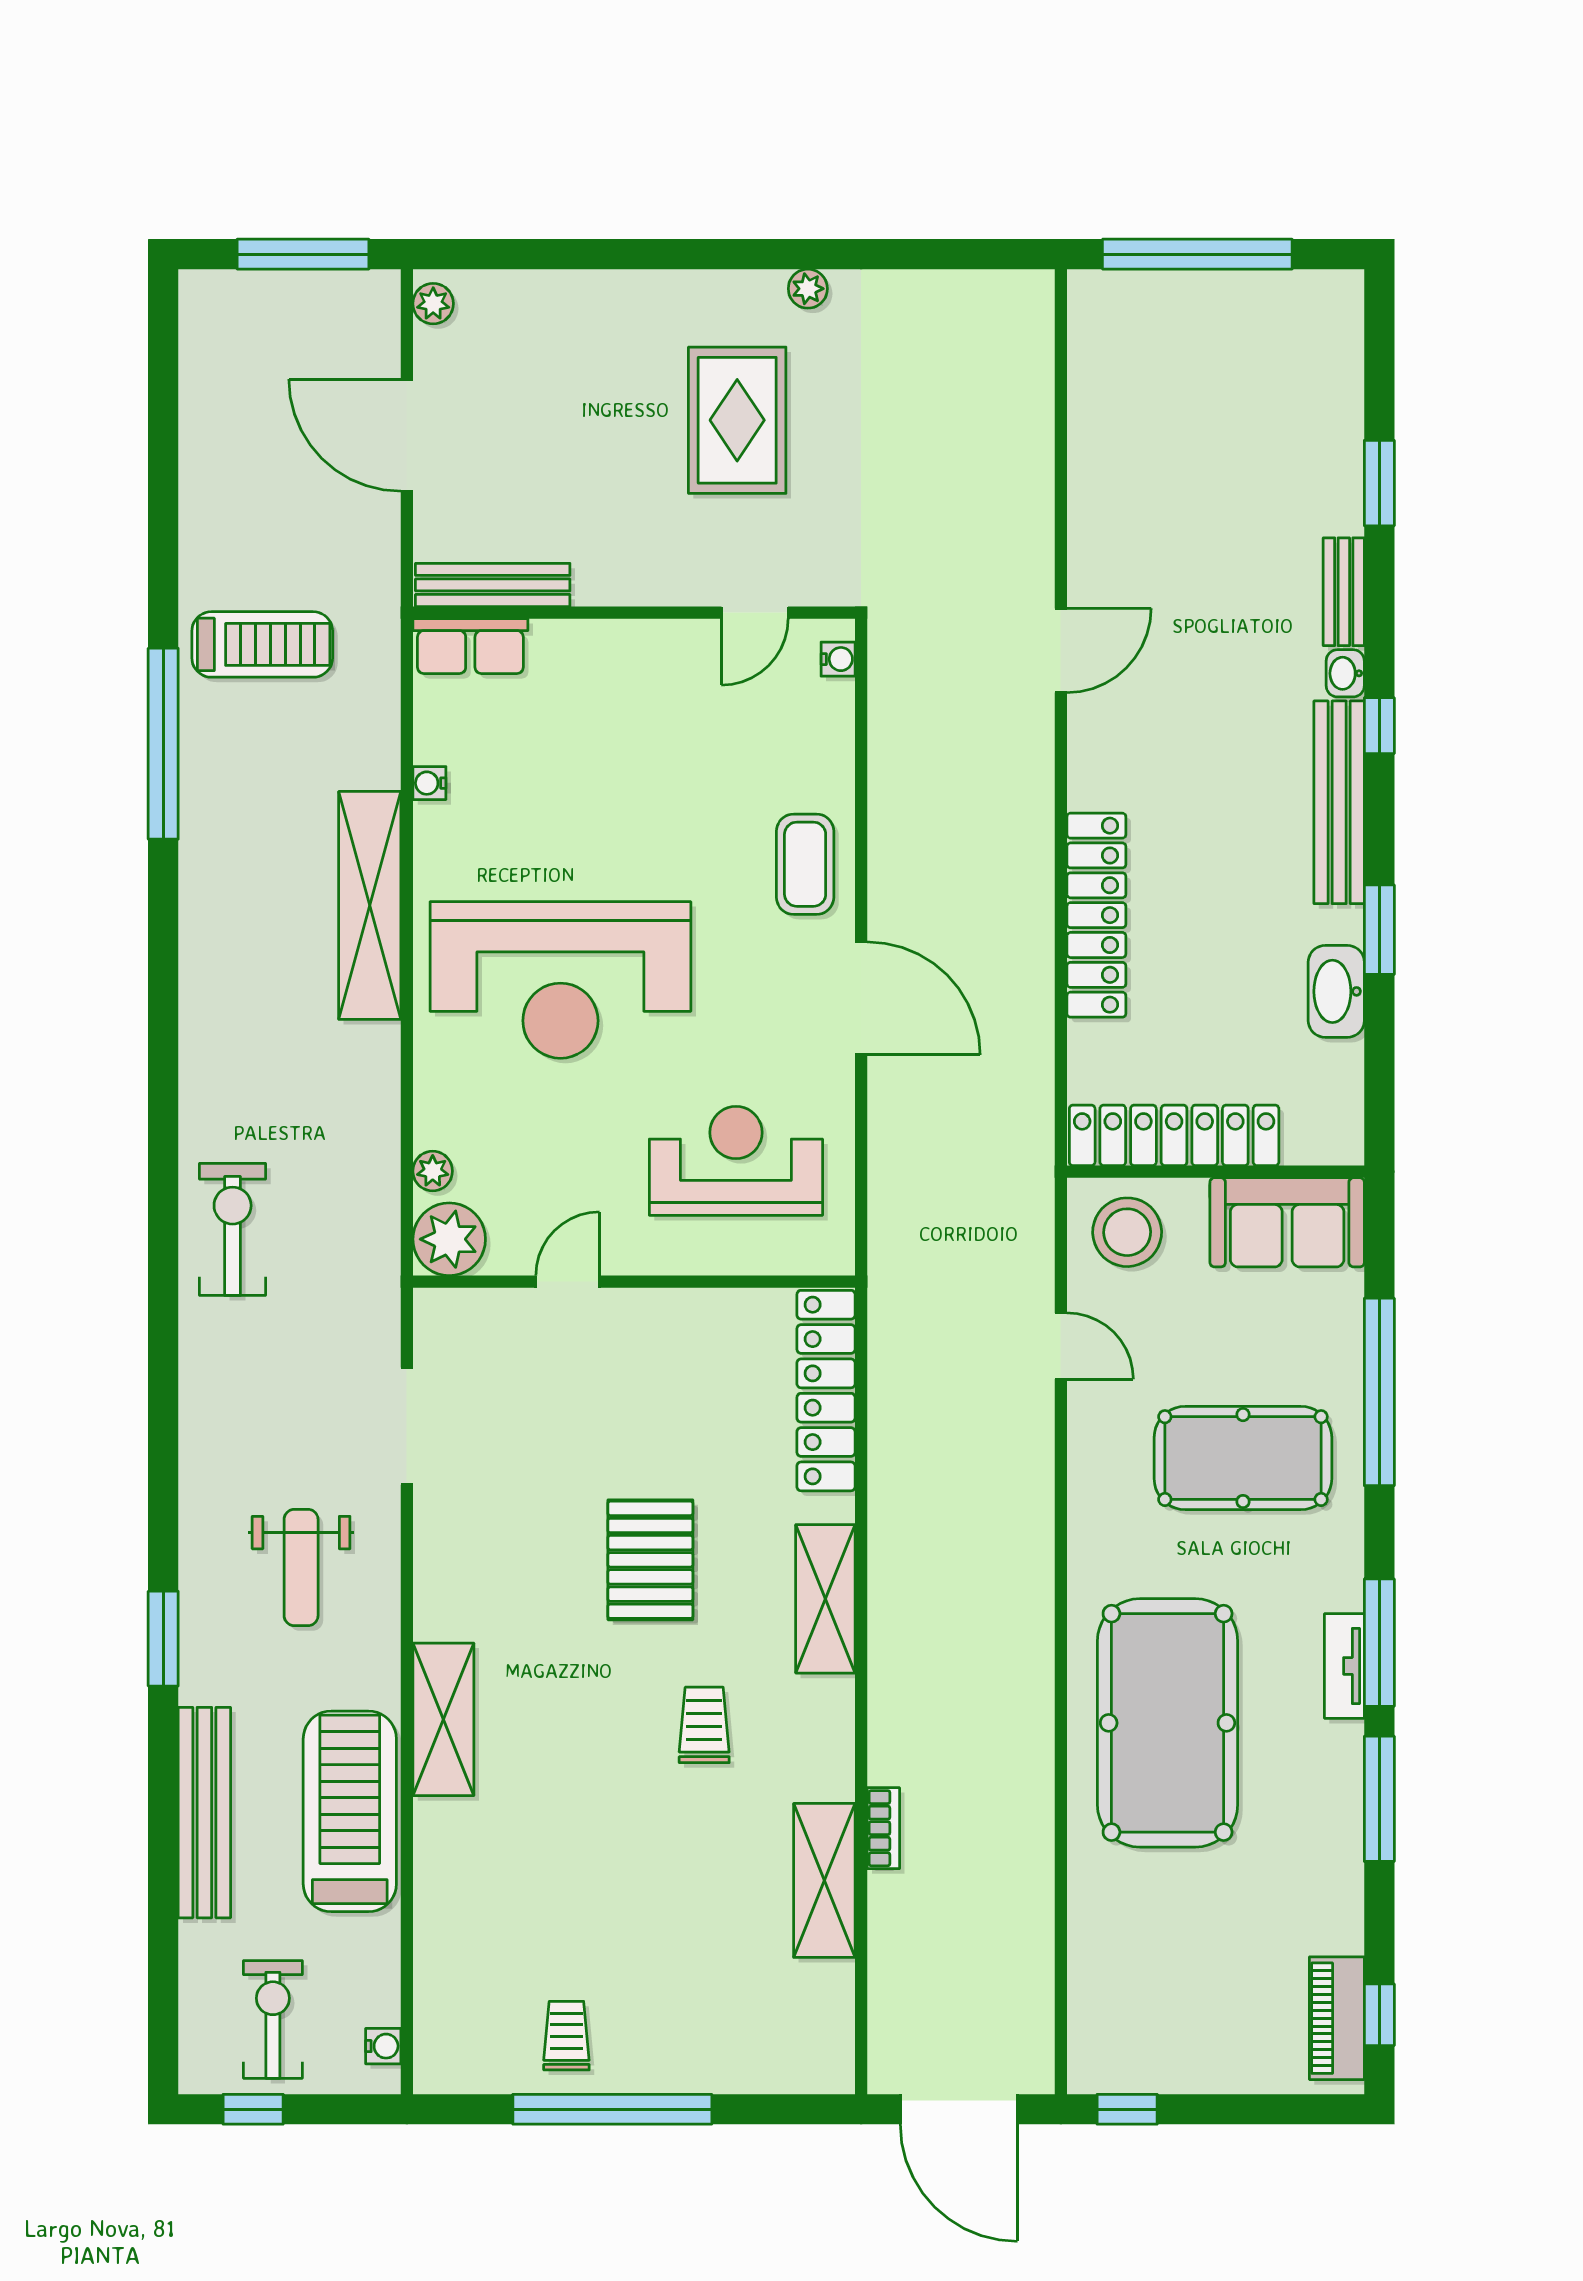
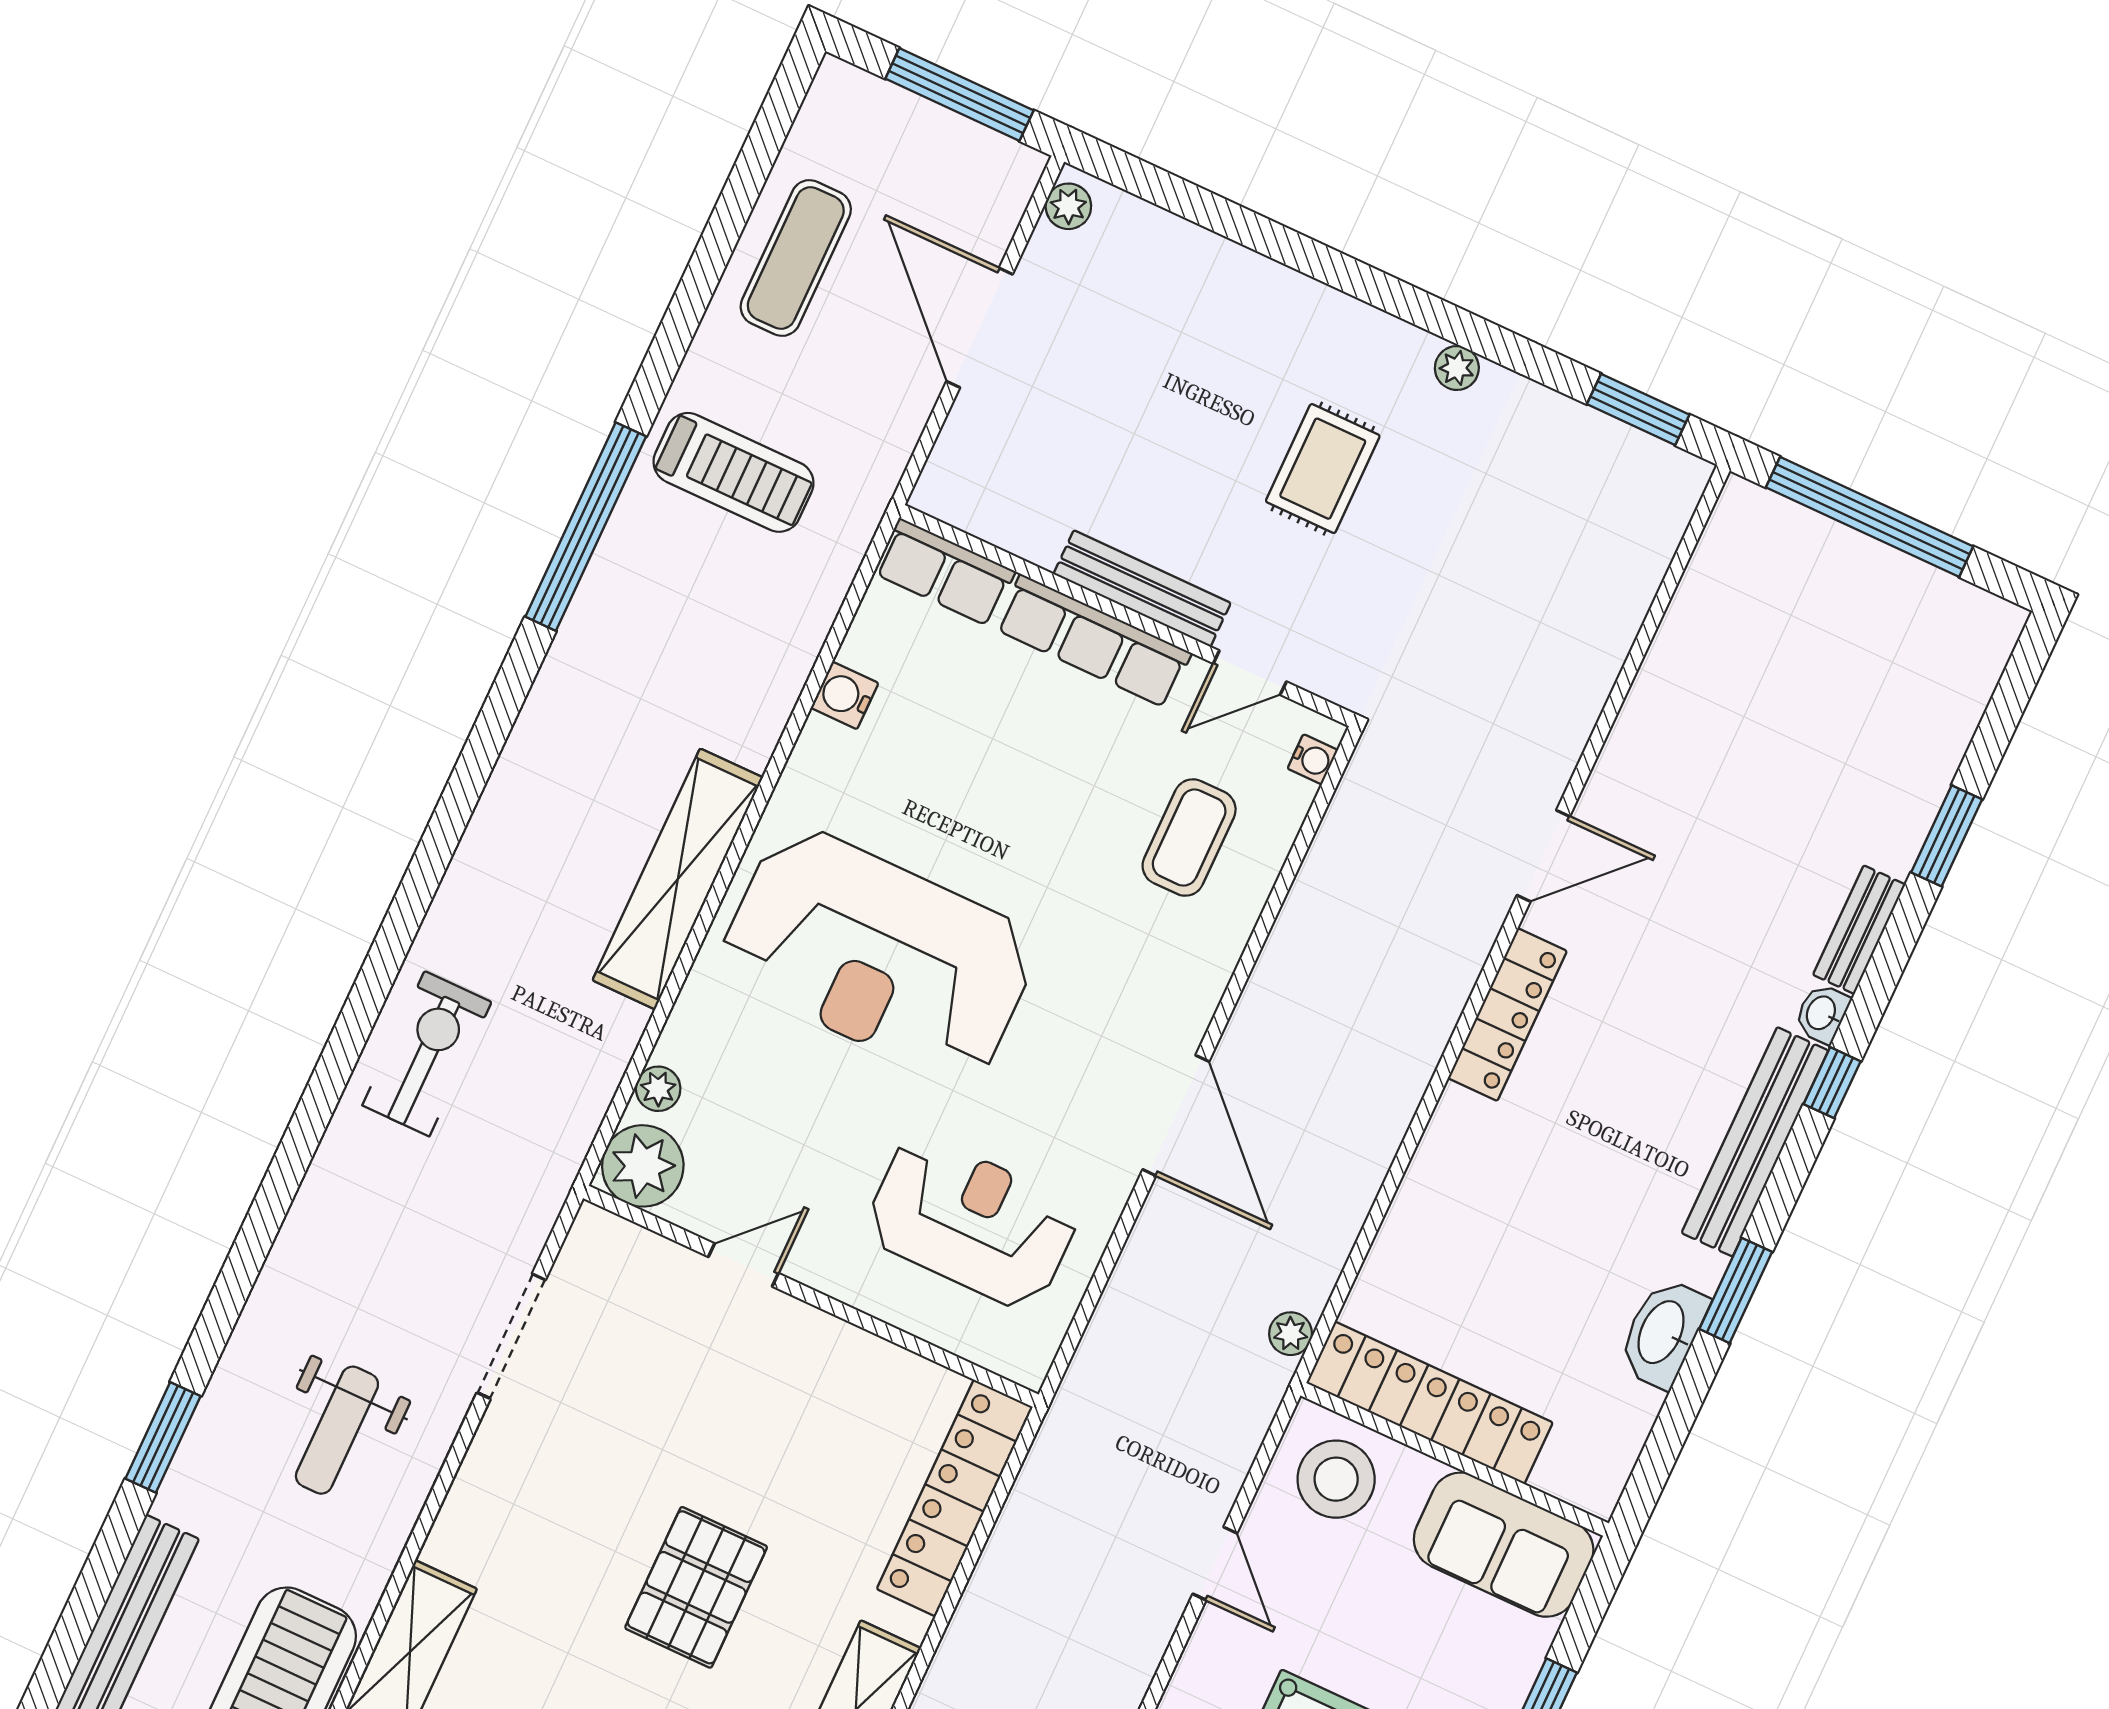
window: (970, 254) -> (1638, 409), added
rug: (737, 420) -> (1323, 469), width x0.73, depth x0.70
exercise mat: (232, 448) -> (796, 258), added
bench: (493, 585) -> (1142, 588), moved
row of seats: (616, 646) -> (1093, 641), added
water cooler: (429, 783) -> (845, 695), width x1.38, depth x1.38
coffee table: (805, 864) -> (1189, 838), moved
shelving: (370, 905) -> (678, 879), moved
locker: (1096, 915) -> (1507, 1015), moved, width x0.71, depth x0.83
plant: (1036, 1132) -> (1291, 1334), added

